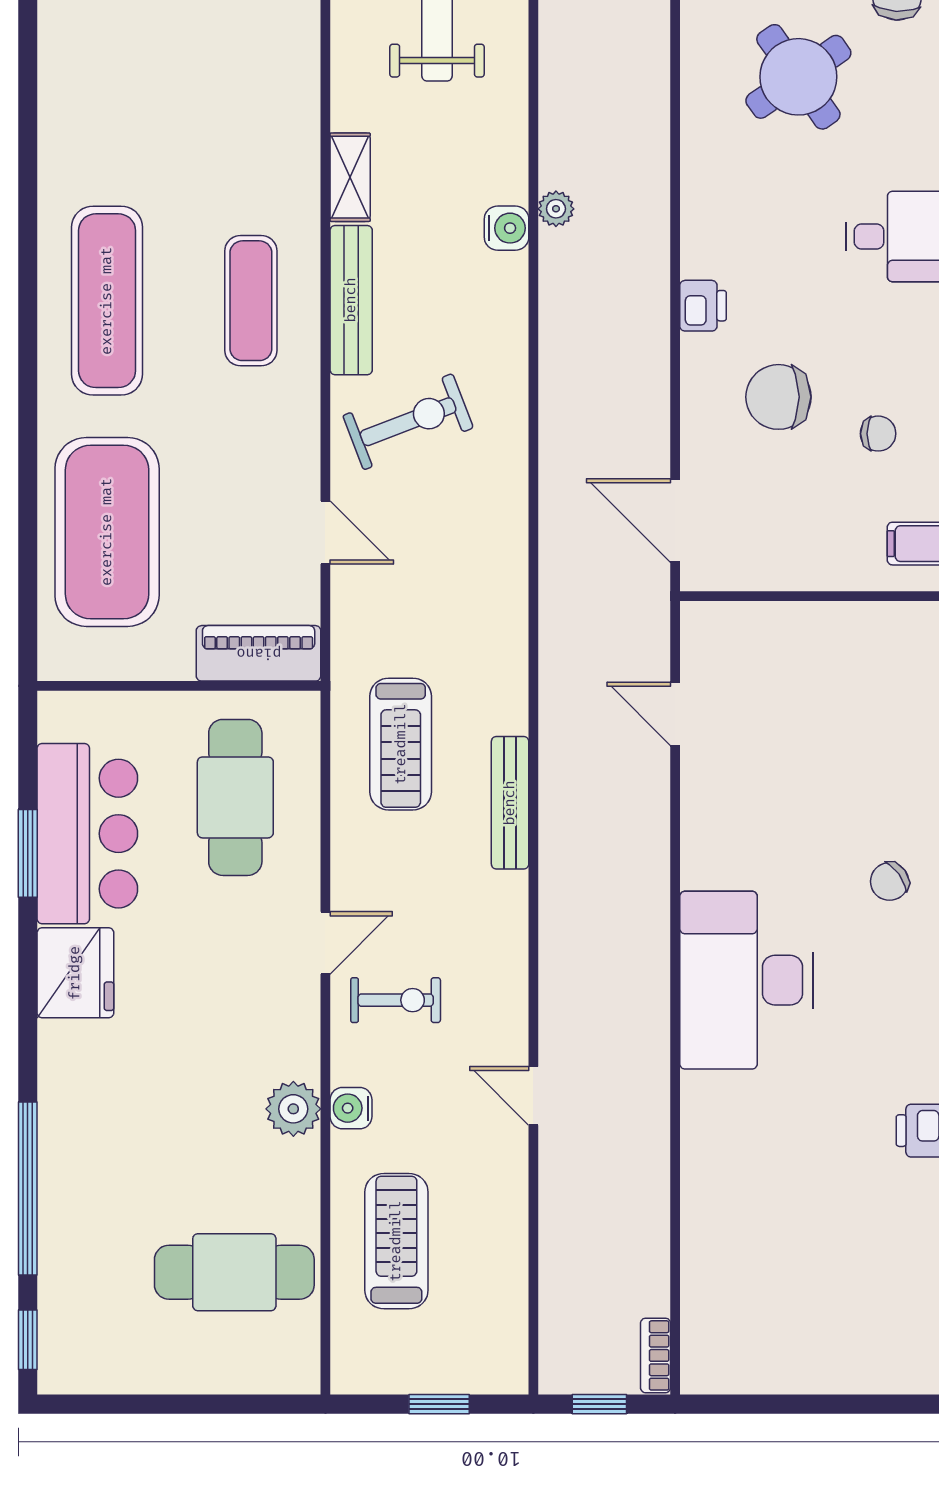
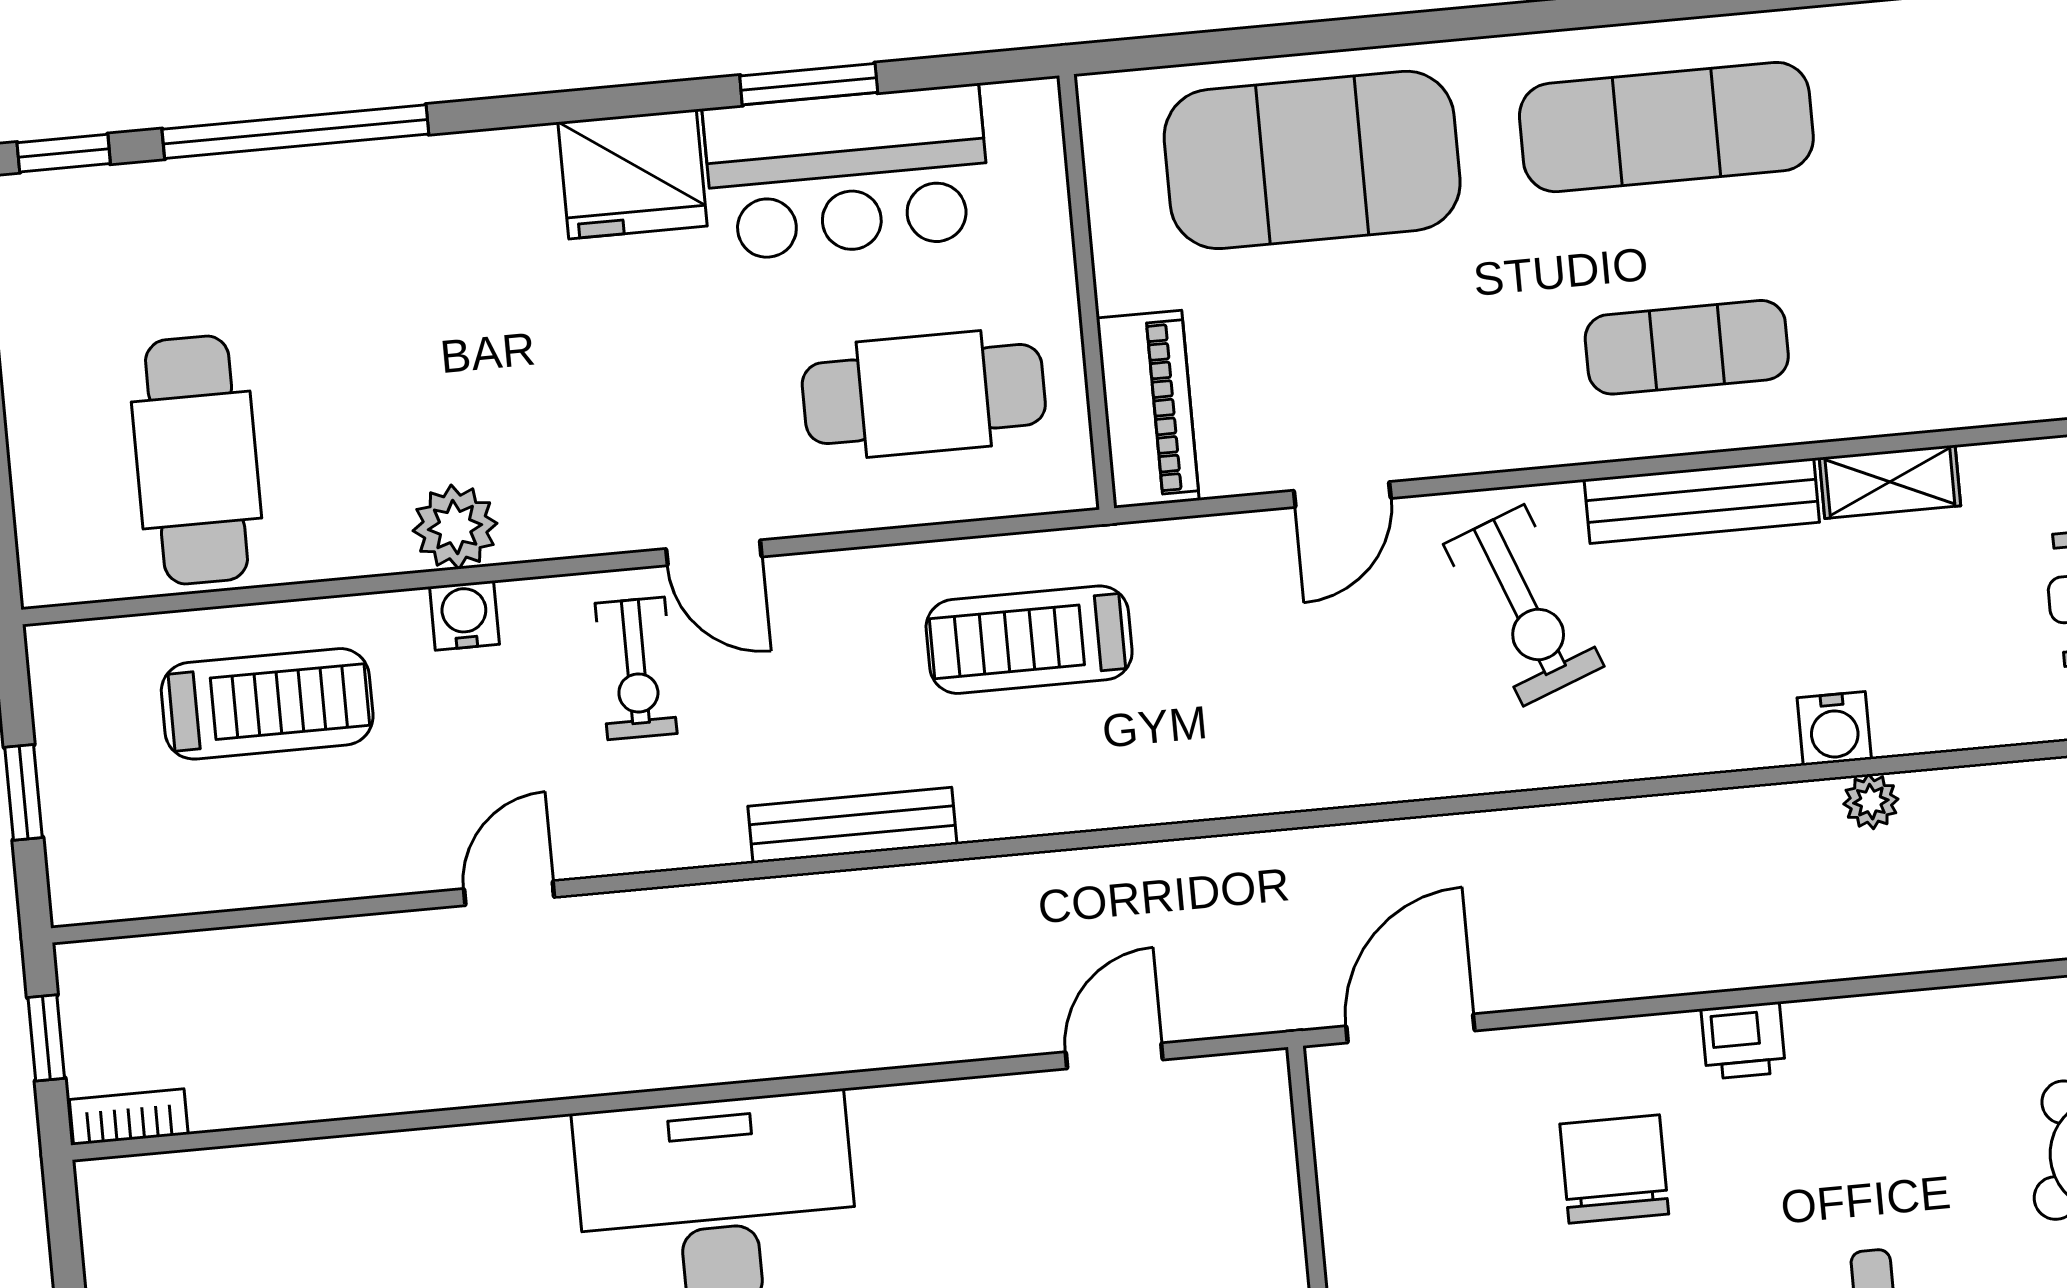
bench: (510, 803) -> (852, 825), moved

